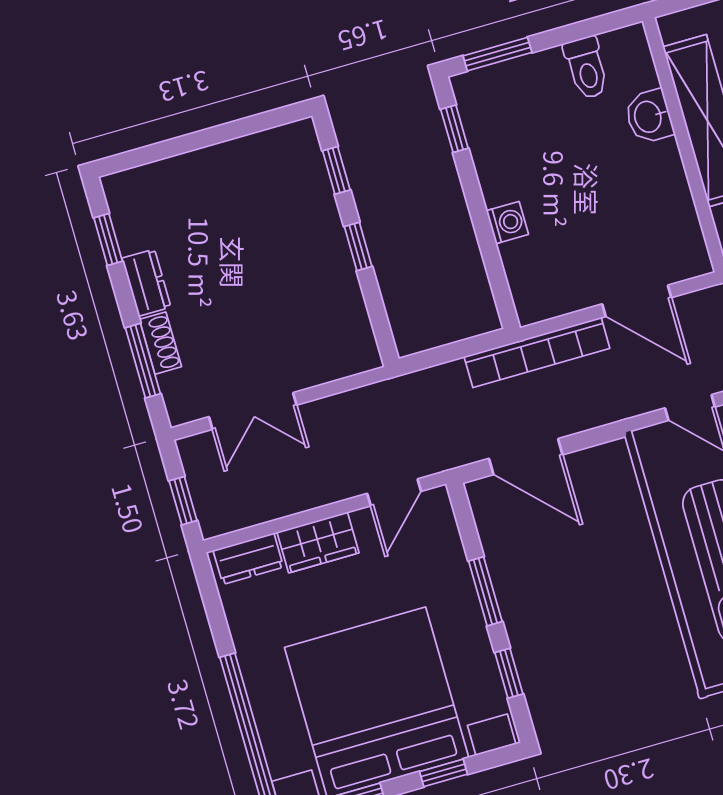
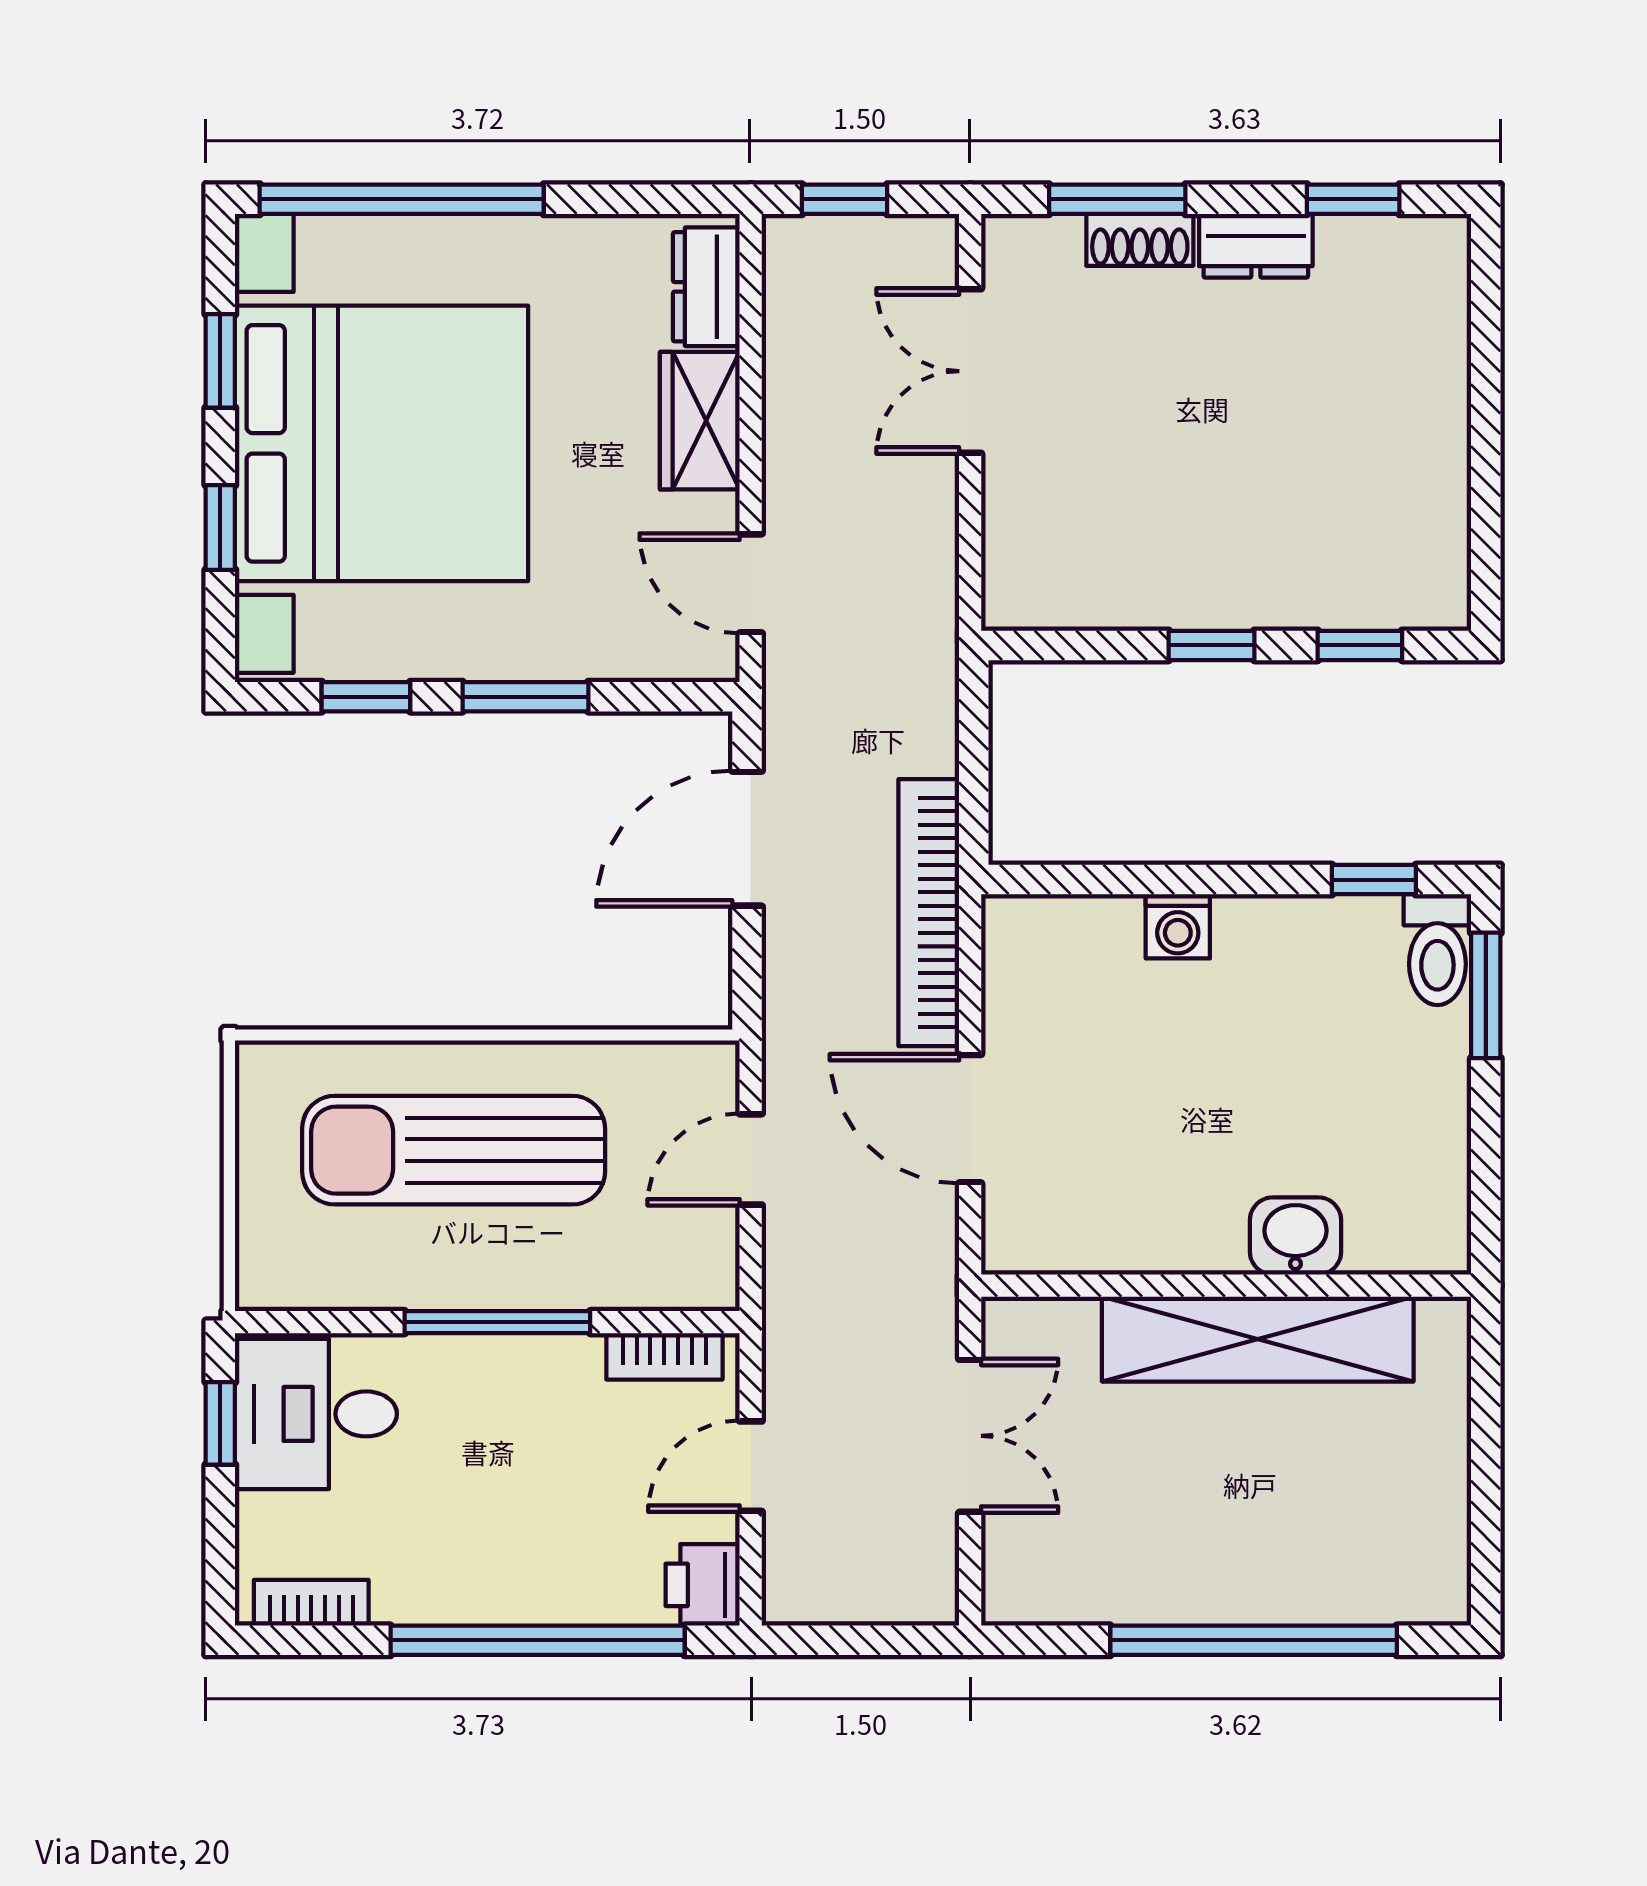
toilet: (586, 68) -> (1437, 950), moved, turned -90
door: (637, 301) -> (970, 1119), hinge flipped

